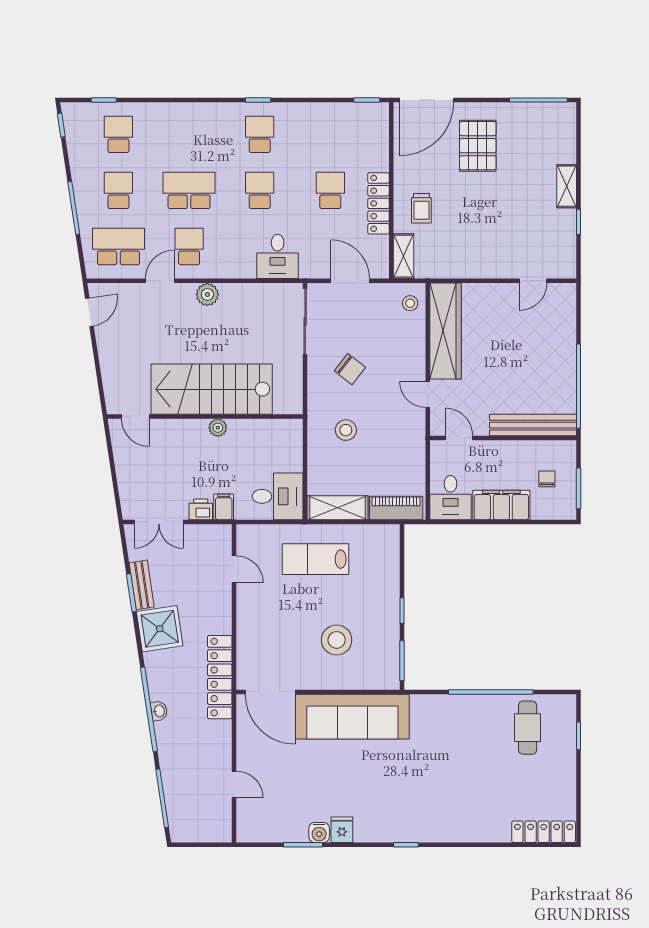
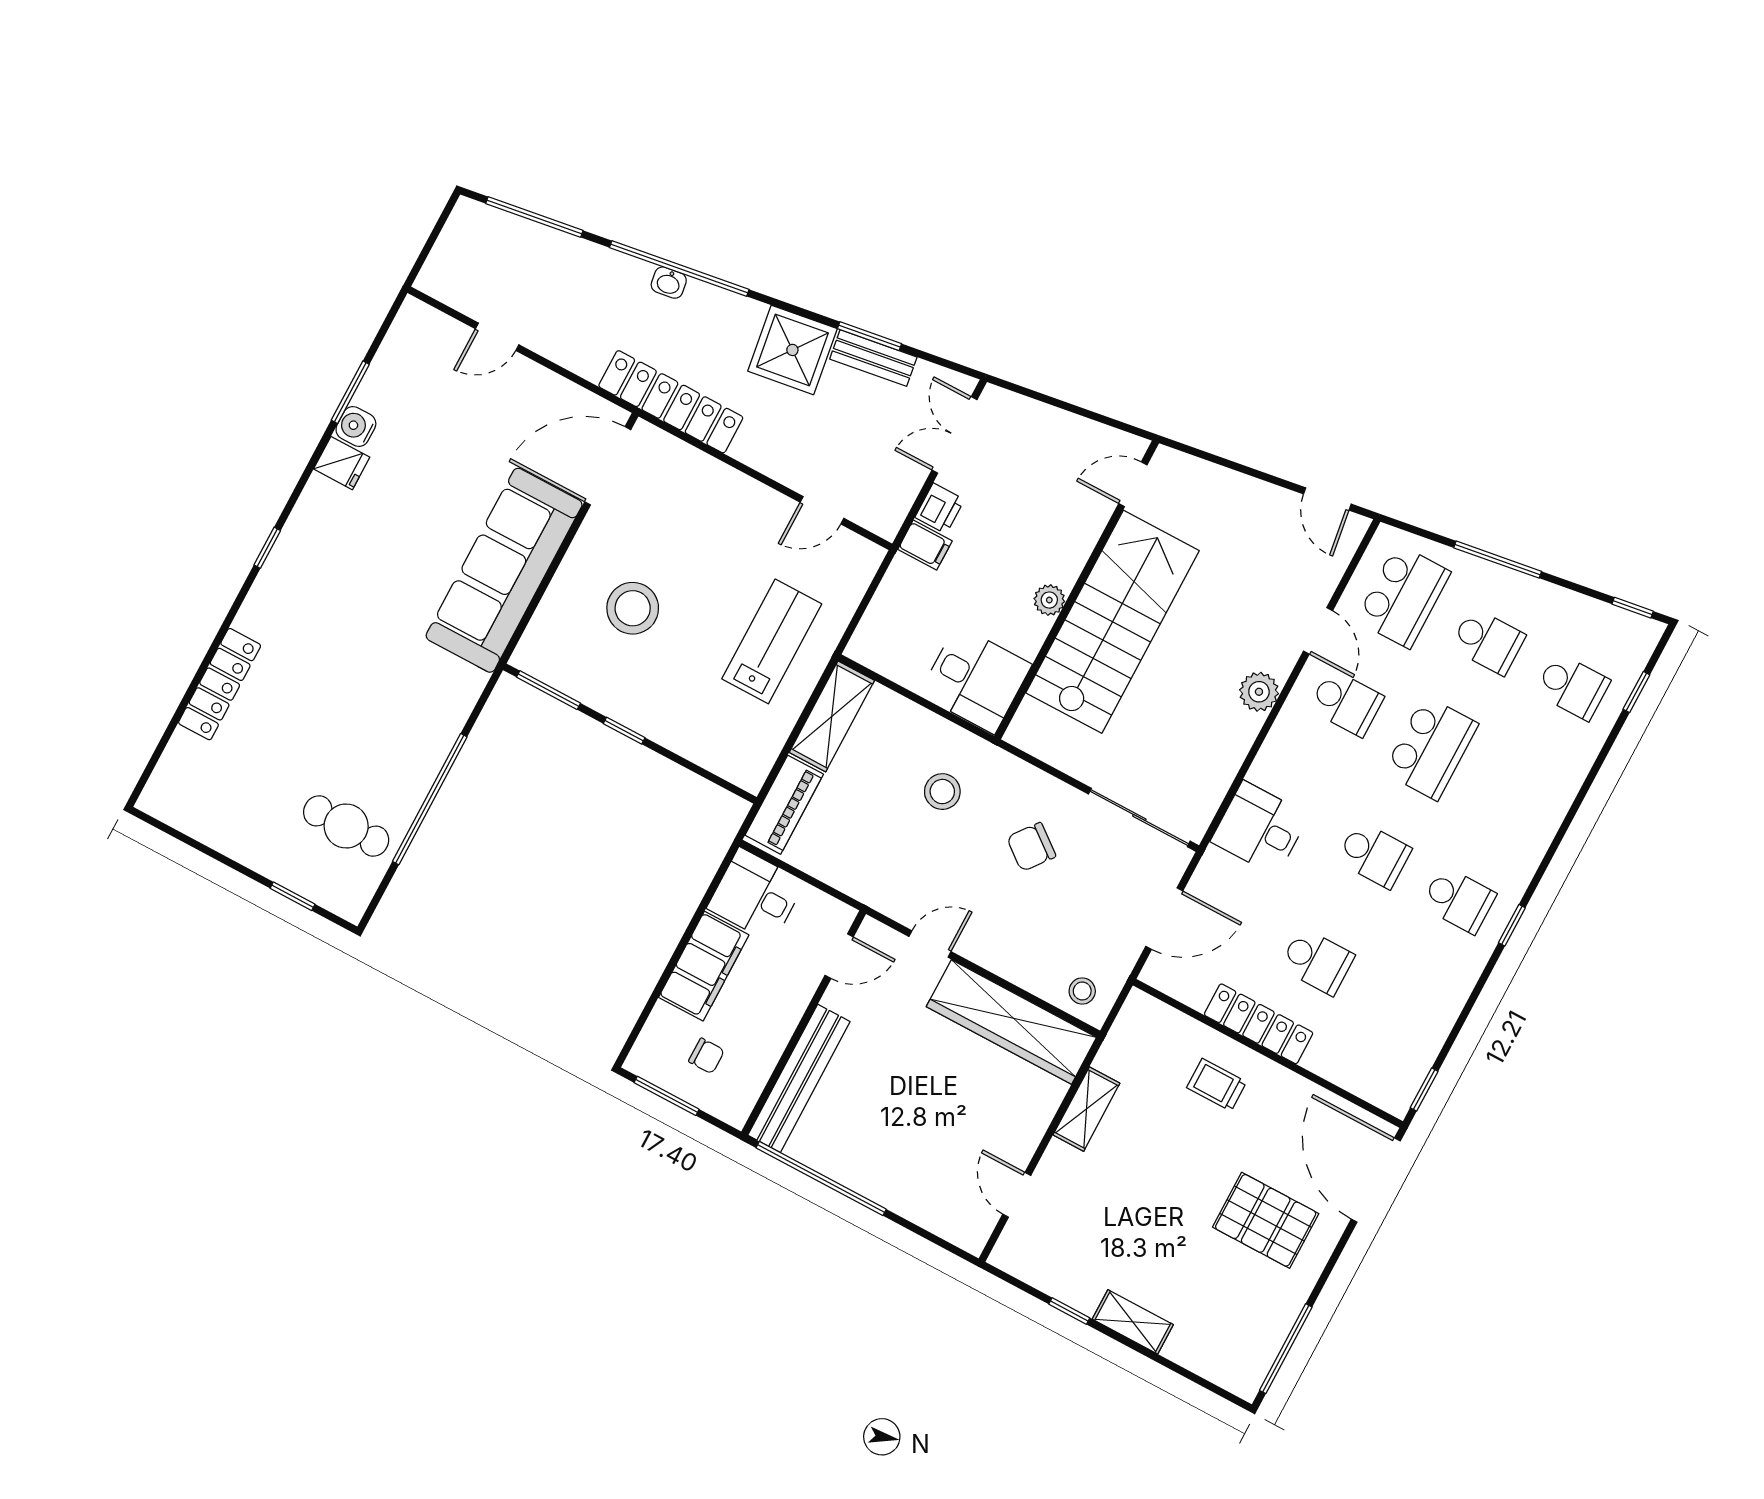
shelving: (403, 256) -> (1086, 1109), moved, turned 90
desk: (278, 496) -> (975, 679), moved, turned -90
locker: (544, 832) -> (220, 684), moved

